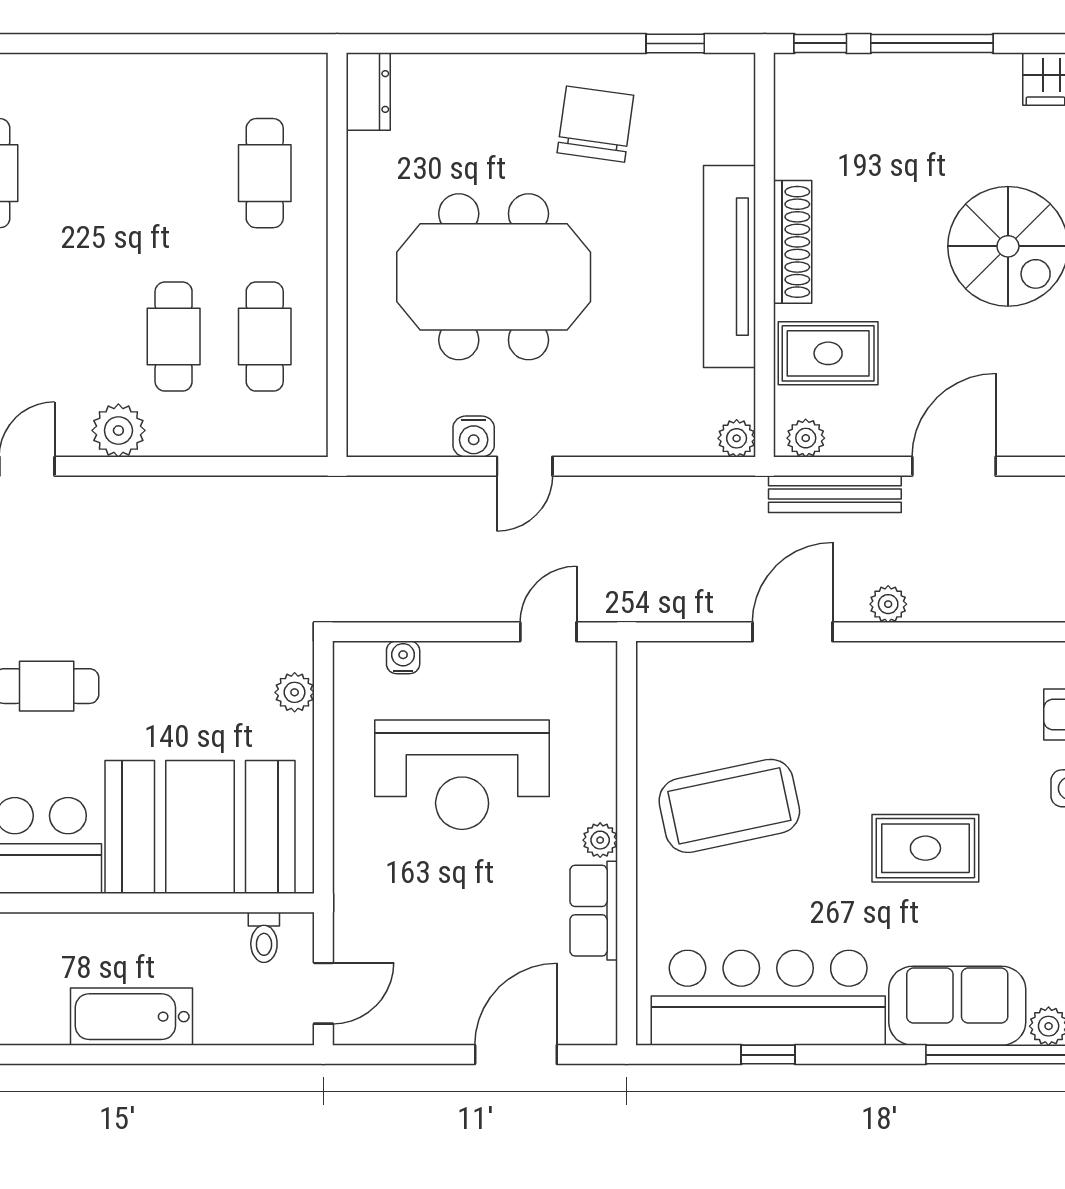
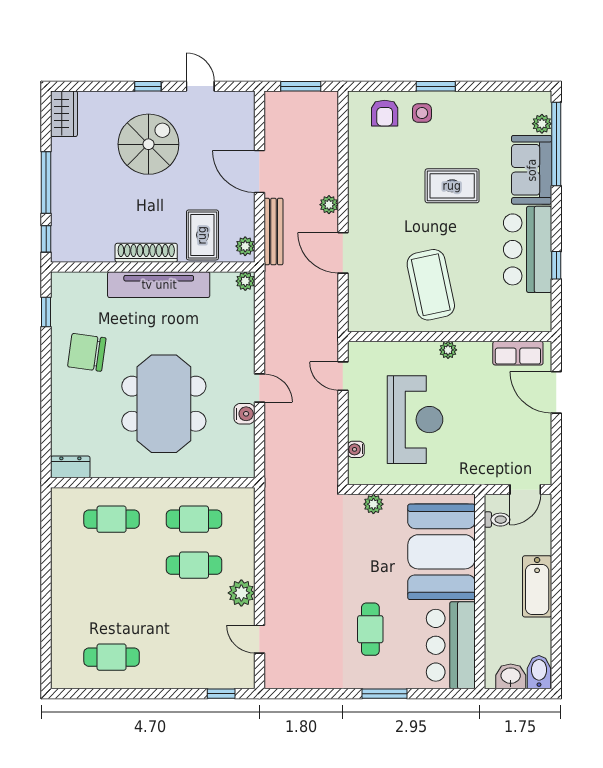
rug: (925, 848) -> (452, 186), turned 90
row of seats: (594, 911) -> (518, 353), moved
door: (323, 993) -> (525, 490), swing flipped
bar counter: (768, 998) -> (528, 249), width x0.73

